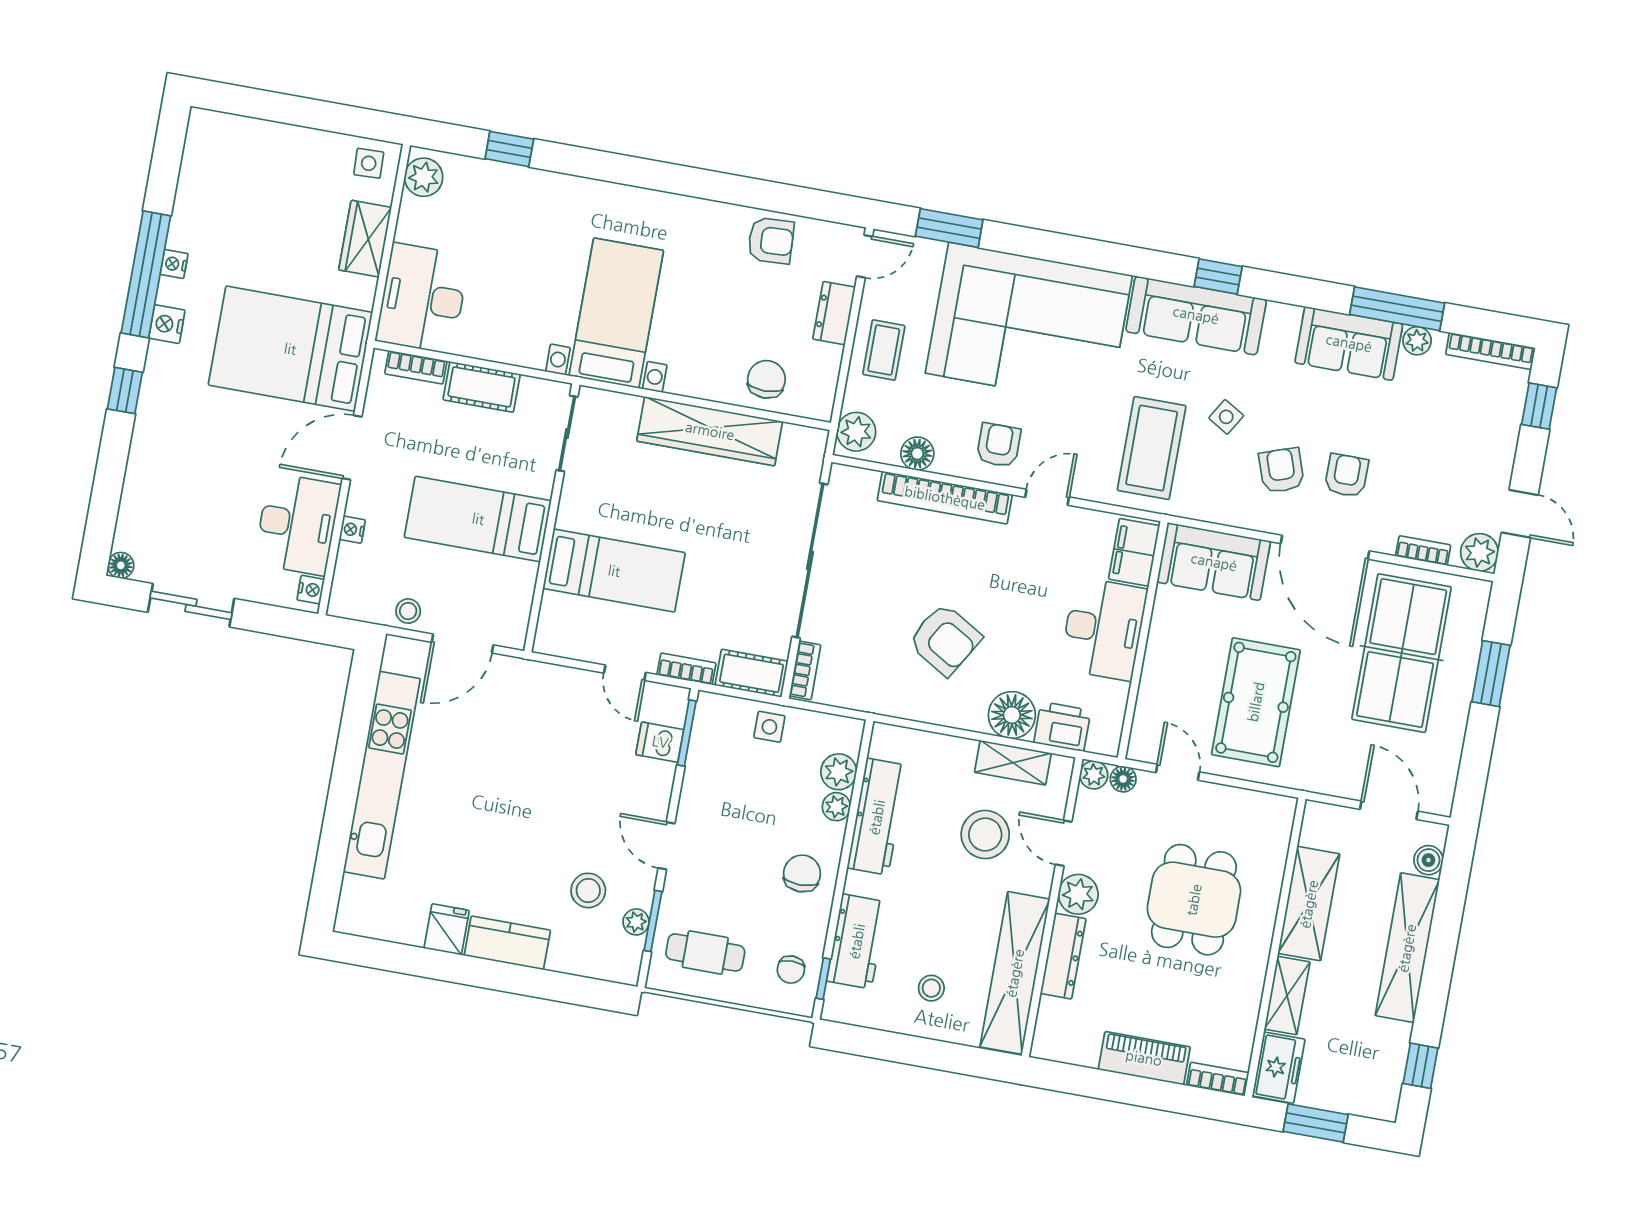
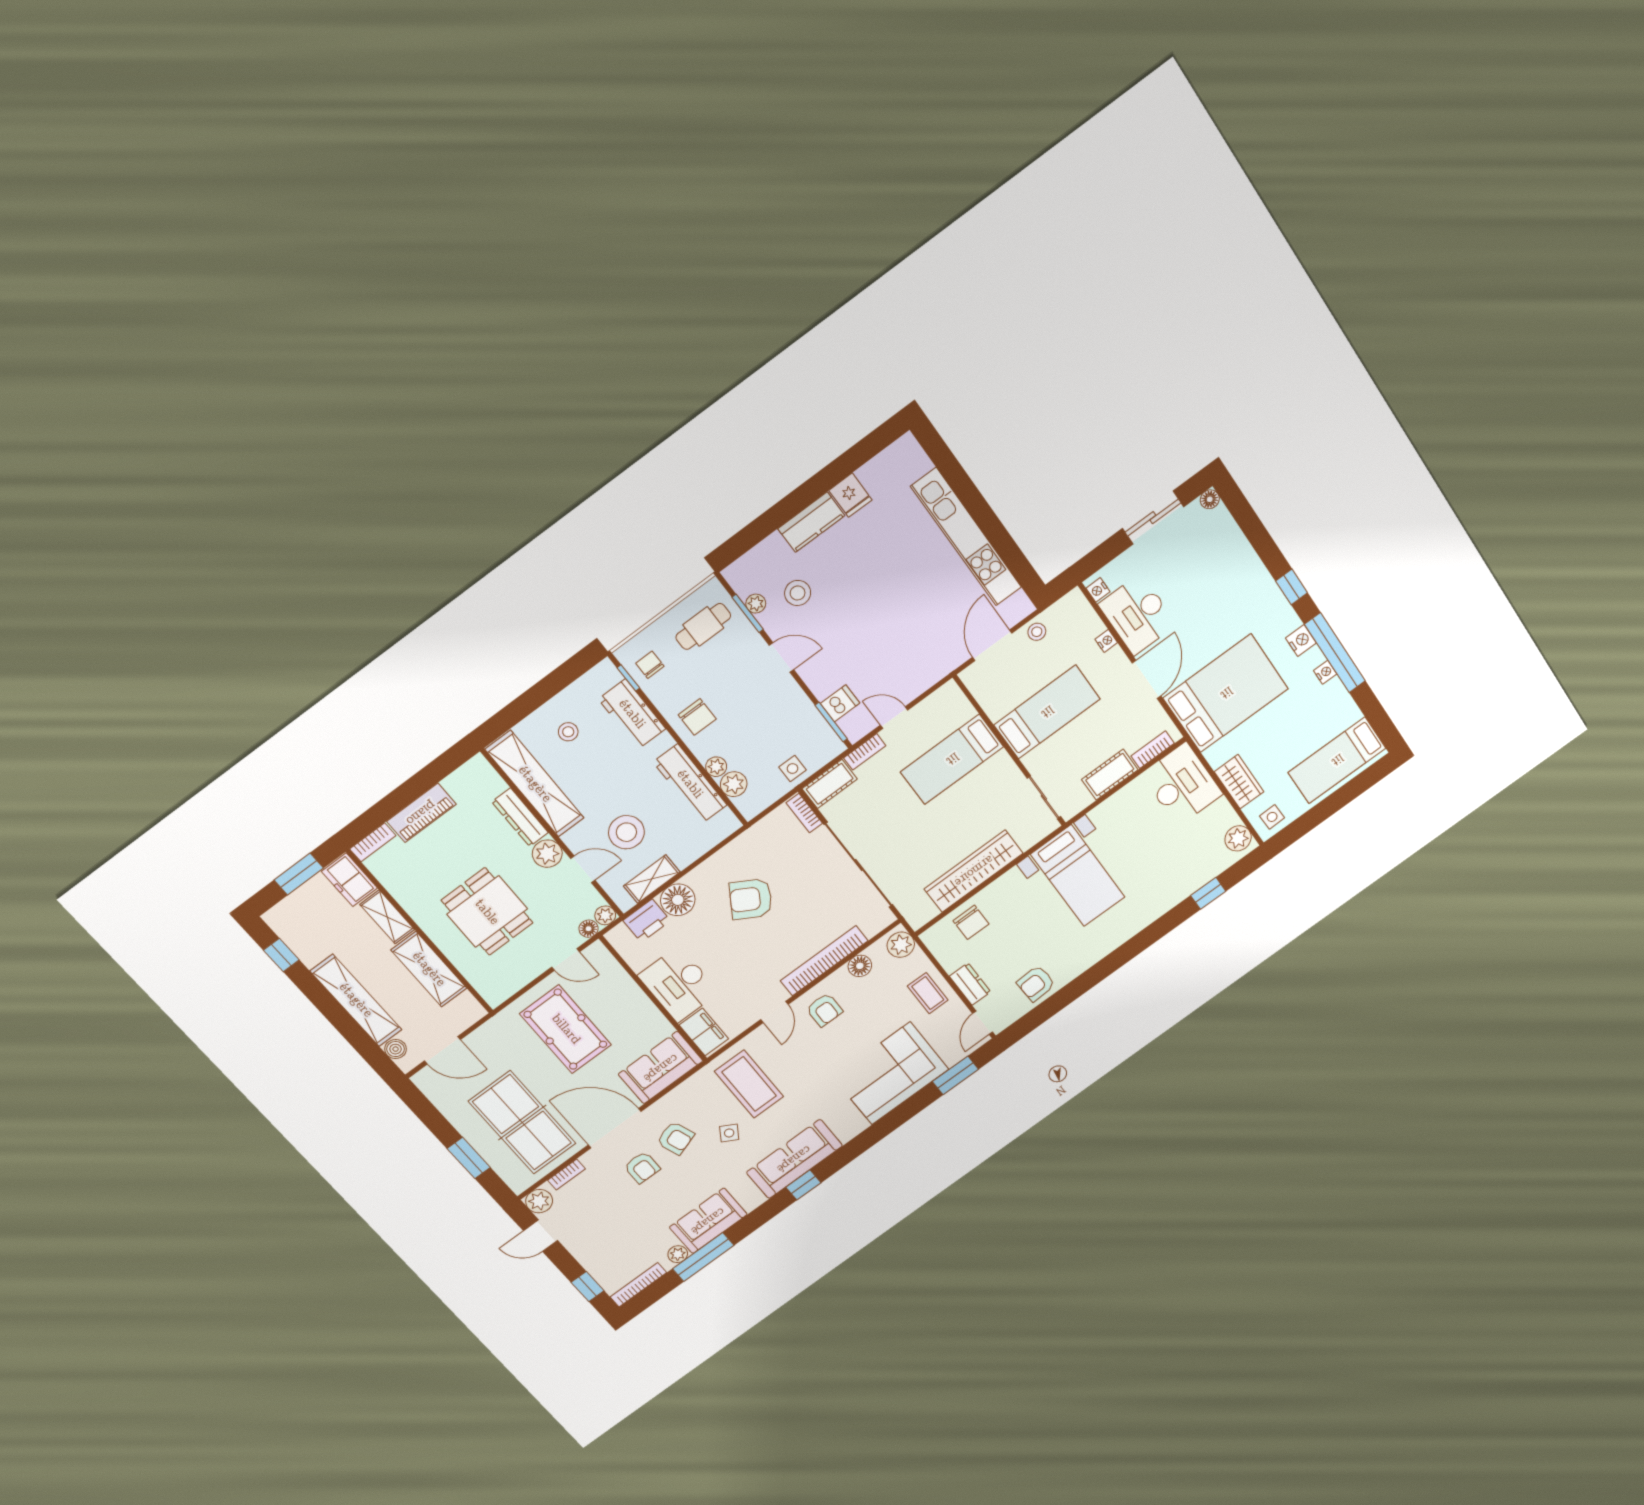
bed: (249, 154) -> (1337, 760), added
corner sofa: (1029, 324) -> (891, 1073), width x0.73, depth x0.74

